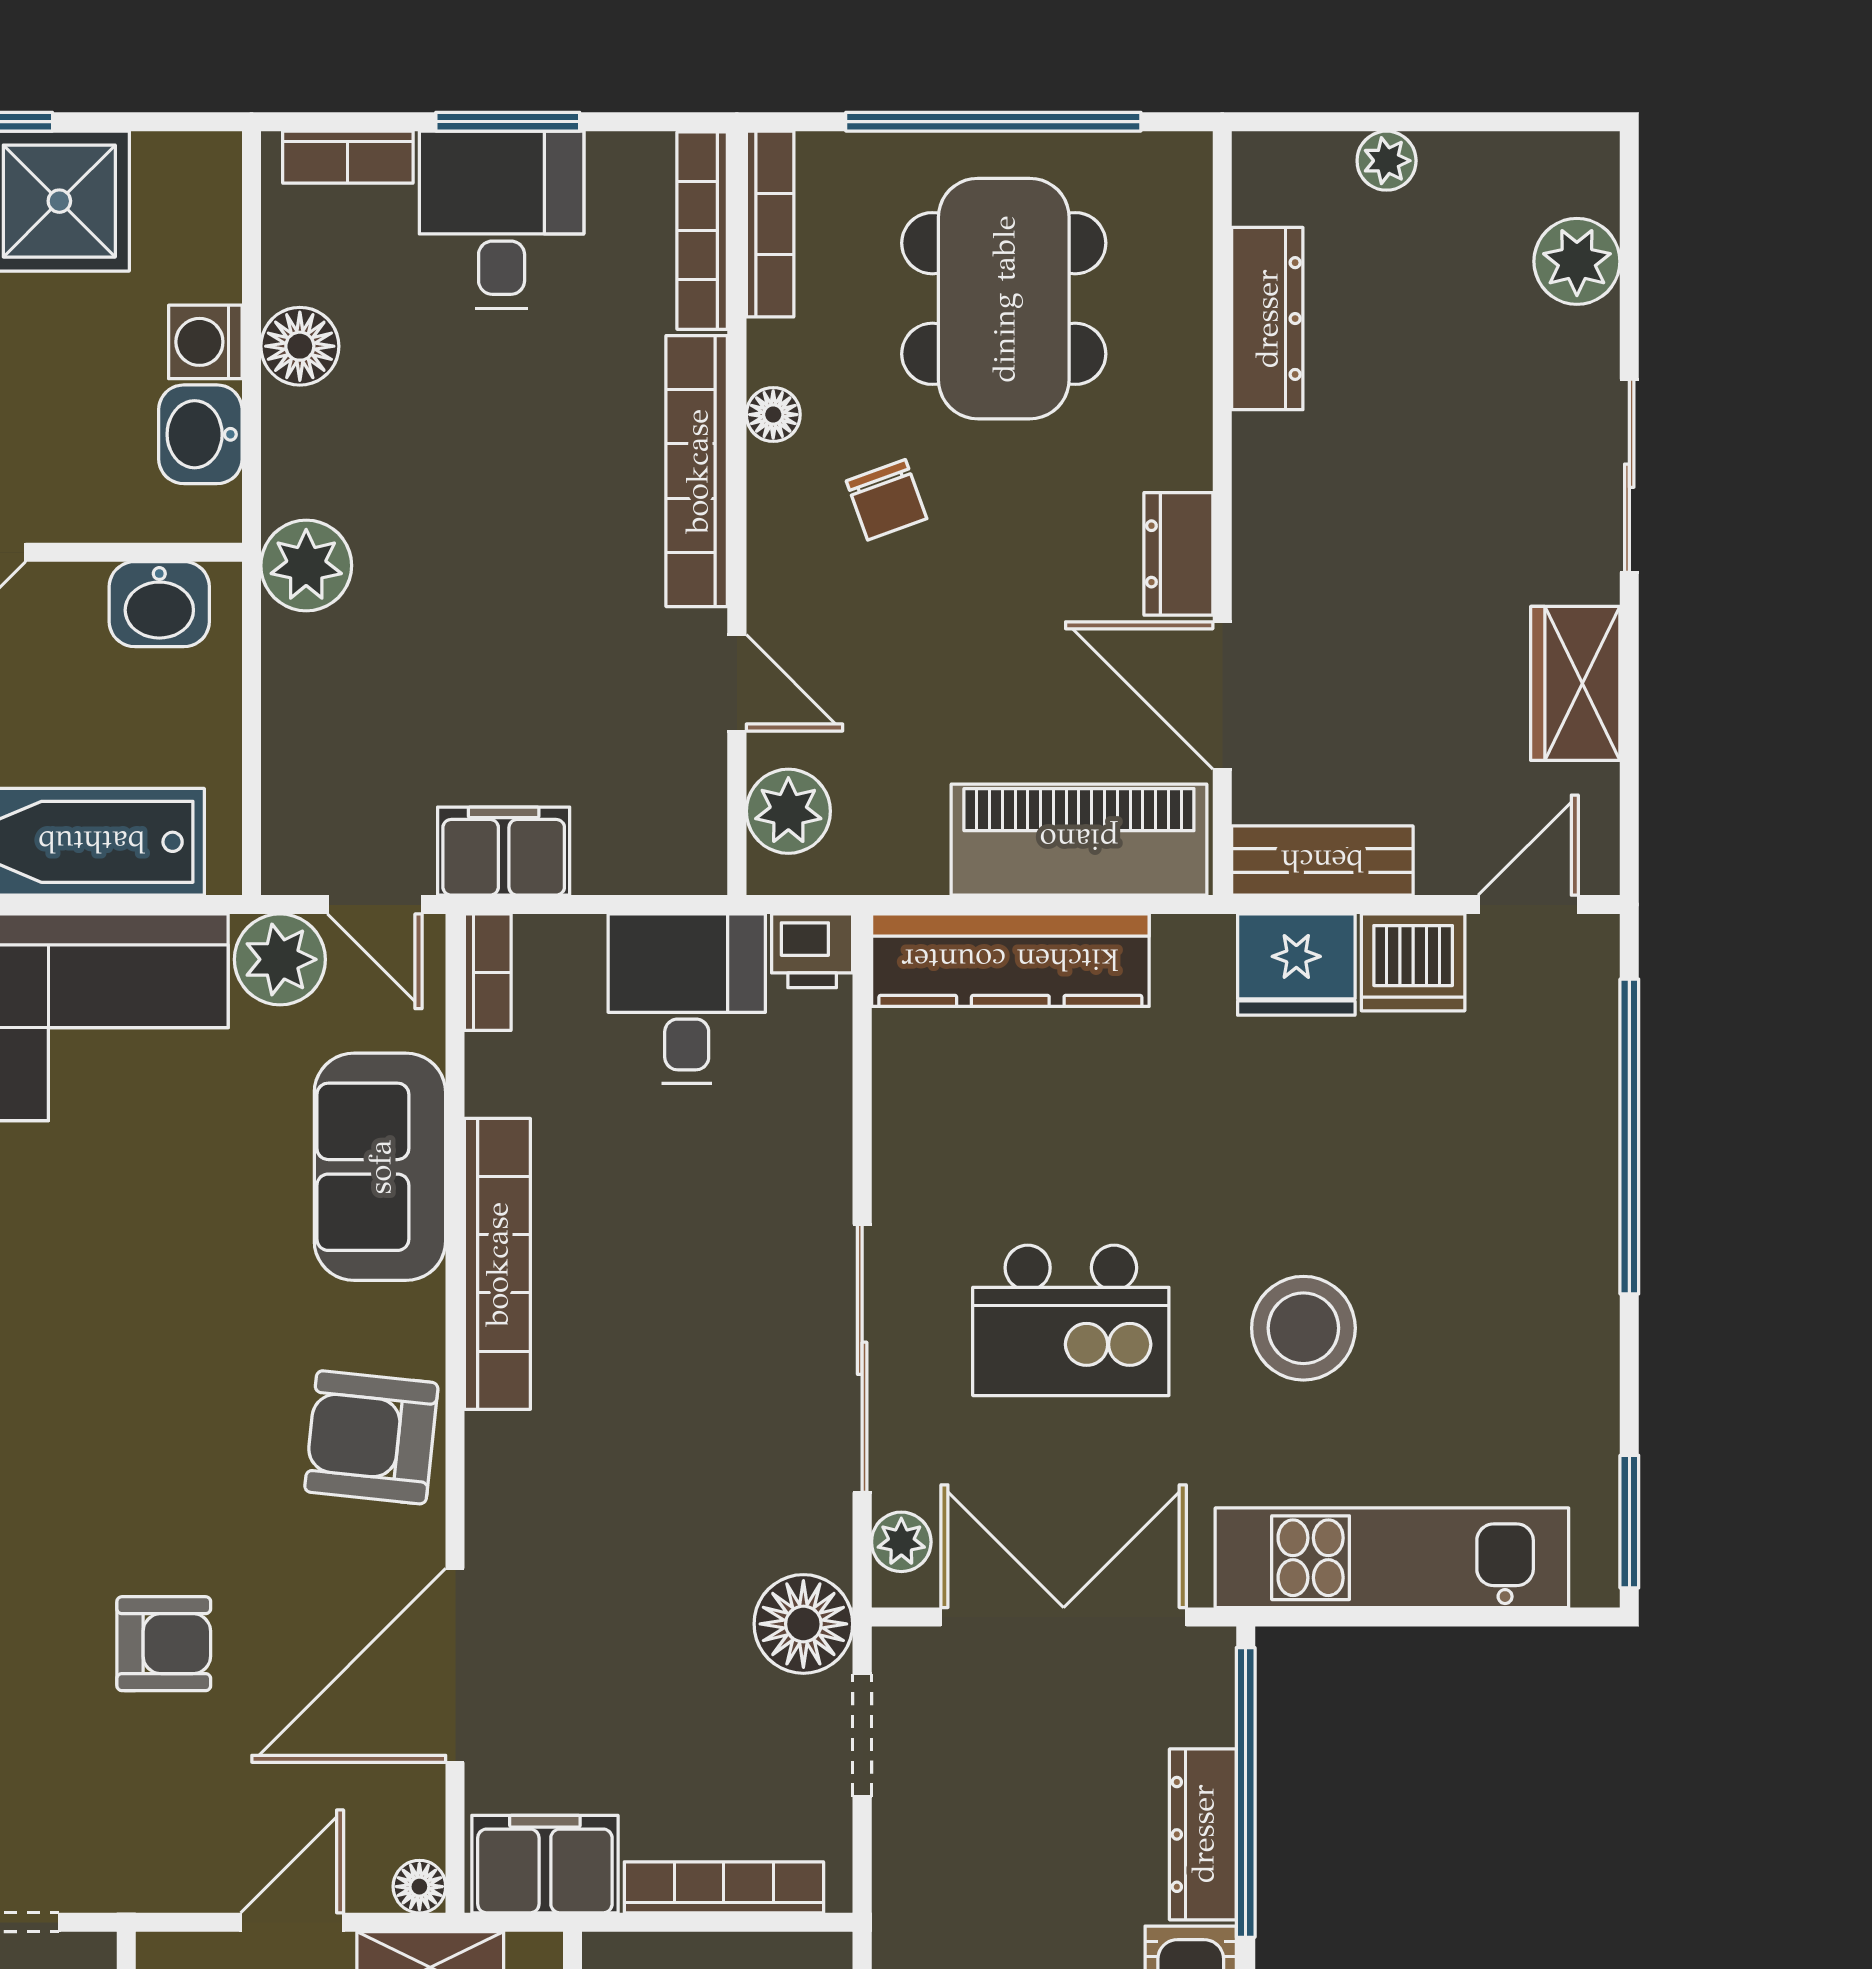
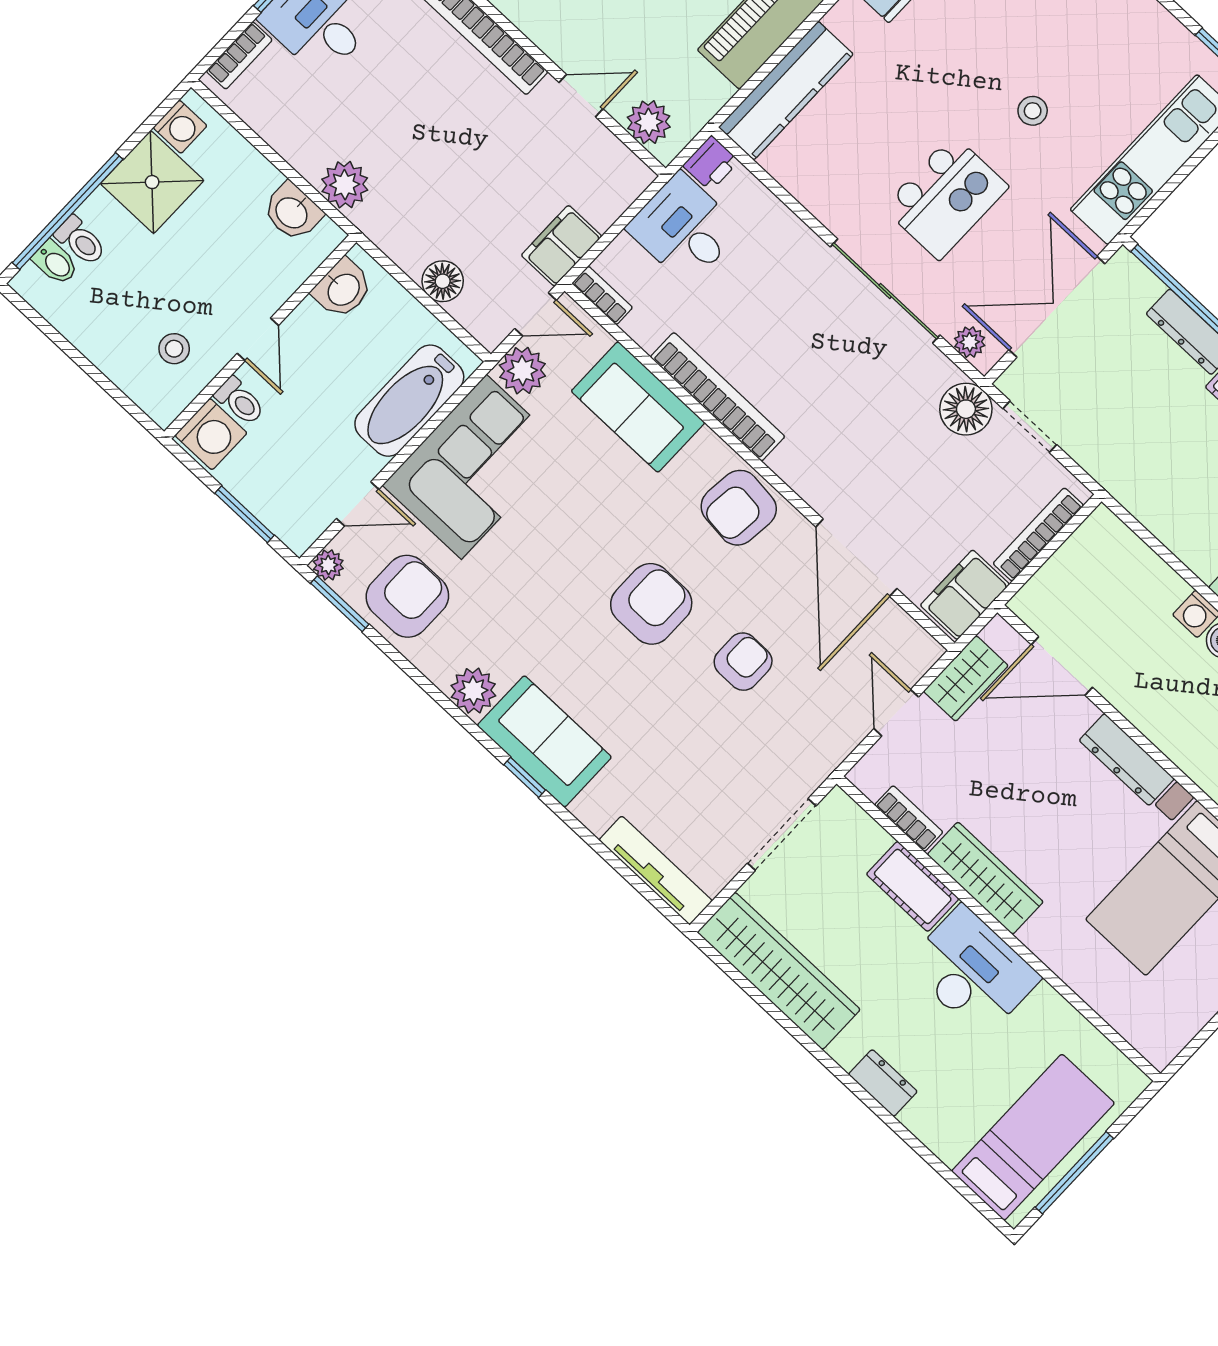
washing machine: (205, 342) -> (180, 127), moved, turned -90
floor lamp: (300, 346) -> (443, 281), moved
plant: (306, 566) -> (345, 185), moved
stool: (1303, 1328) -> (1033, 111), width x0.53, depth x0.53
armchair: (124, 1441) -> (651, 604), added
floor lamp: (419, 1887) -> (928, 651), removed

